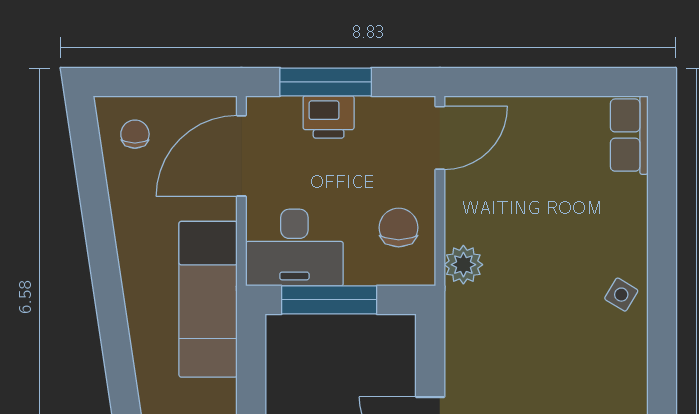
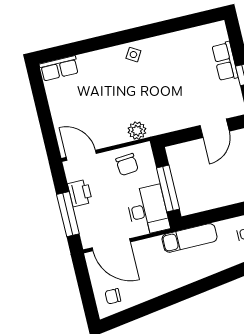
printer: (329, 117) -> (80, 193), moved
chair: (399, 228) -> (127, 165), turned -95
exam couch: (208, 299) -> (190, 238), width x0.73, depth x0.69

